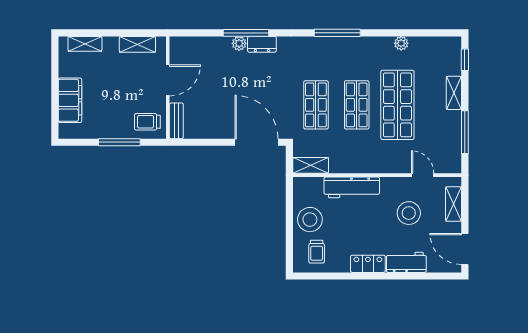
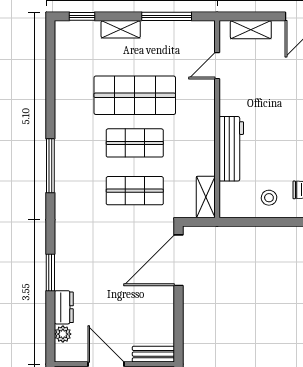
window: (246, 33) -> (50, 273), width x0.69
plant: (239, 43) -> (63, 334), moved
plant: (401, 43) -> (63, 91), removed
dresser: (262, 44) -> (64, 307), moved
stool: (409, 213) -> (261, 82), removed
stool: (310, 220) -> (269, 198), width x0.53, depth x0.53

